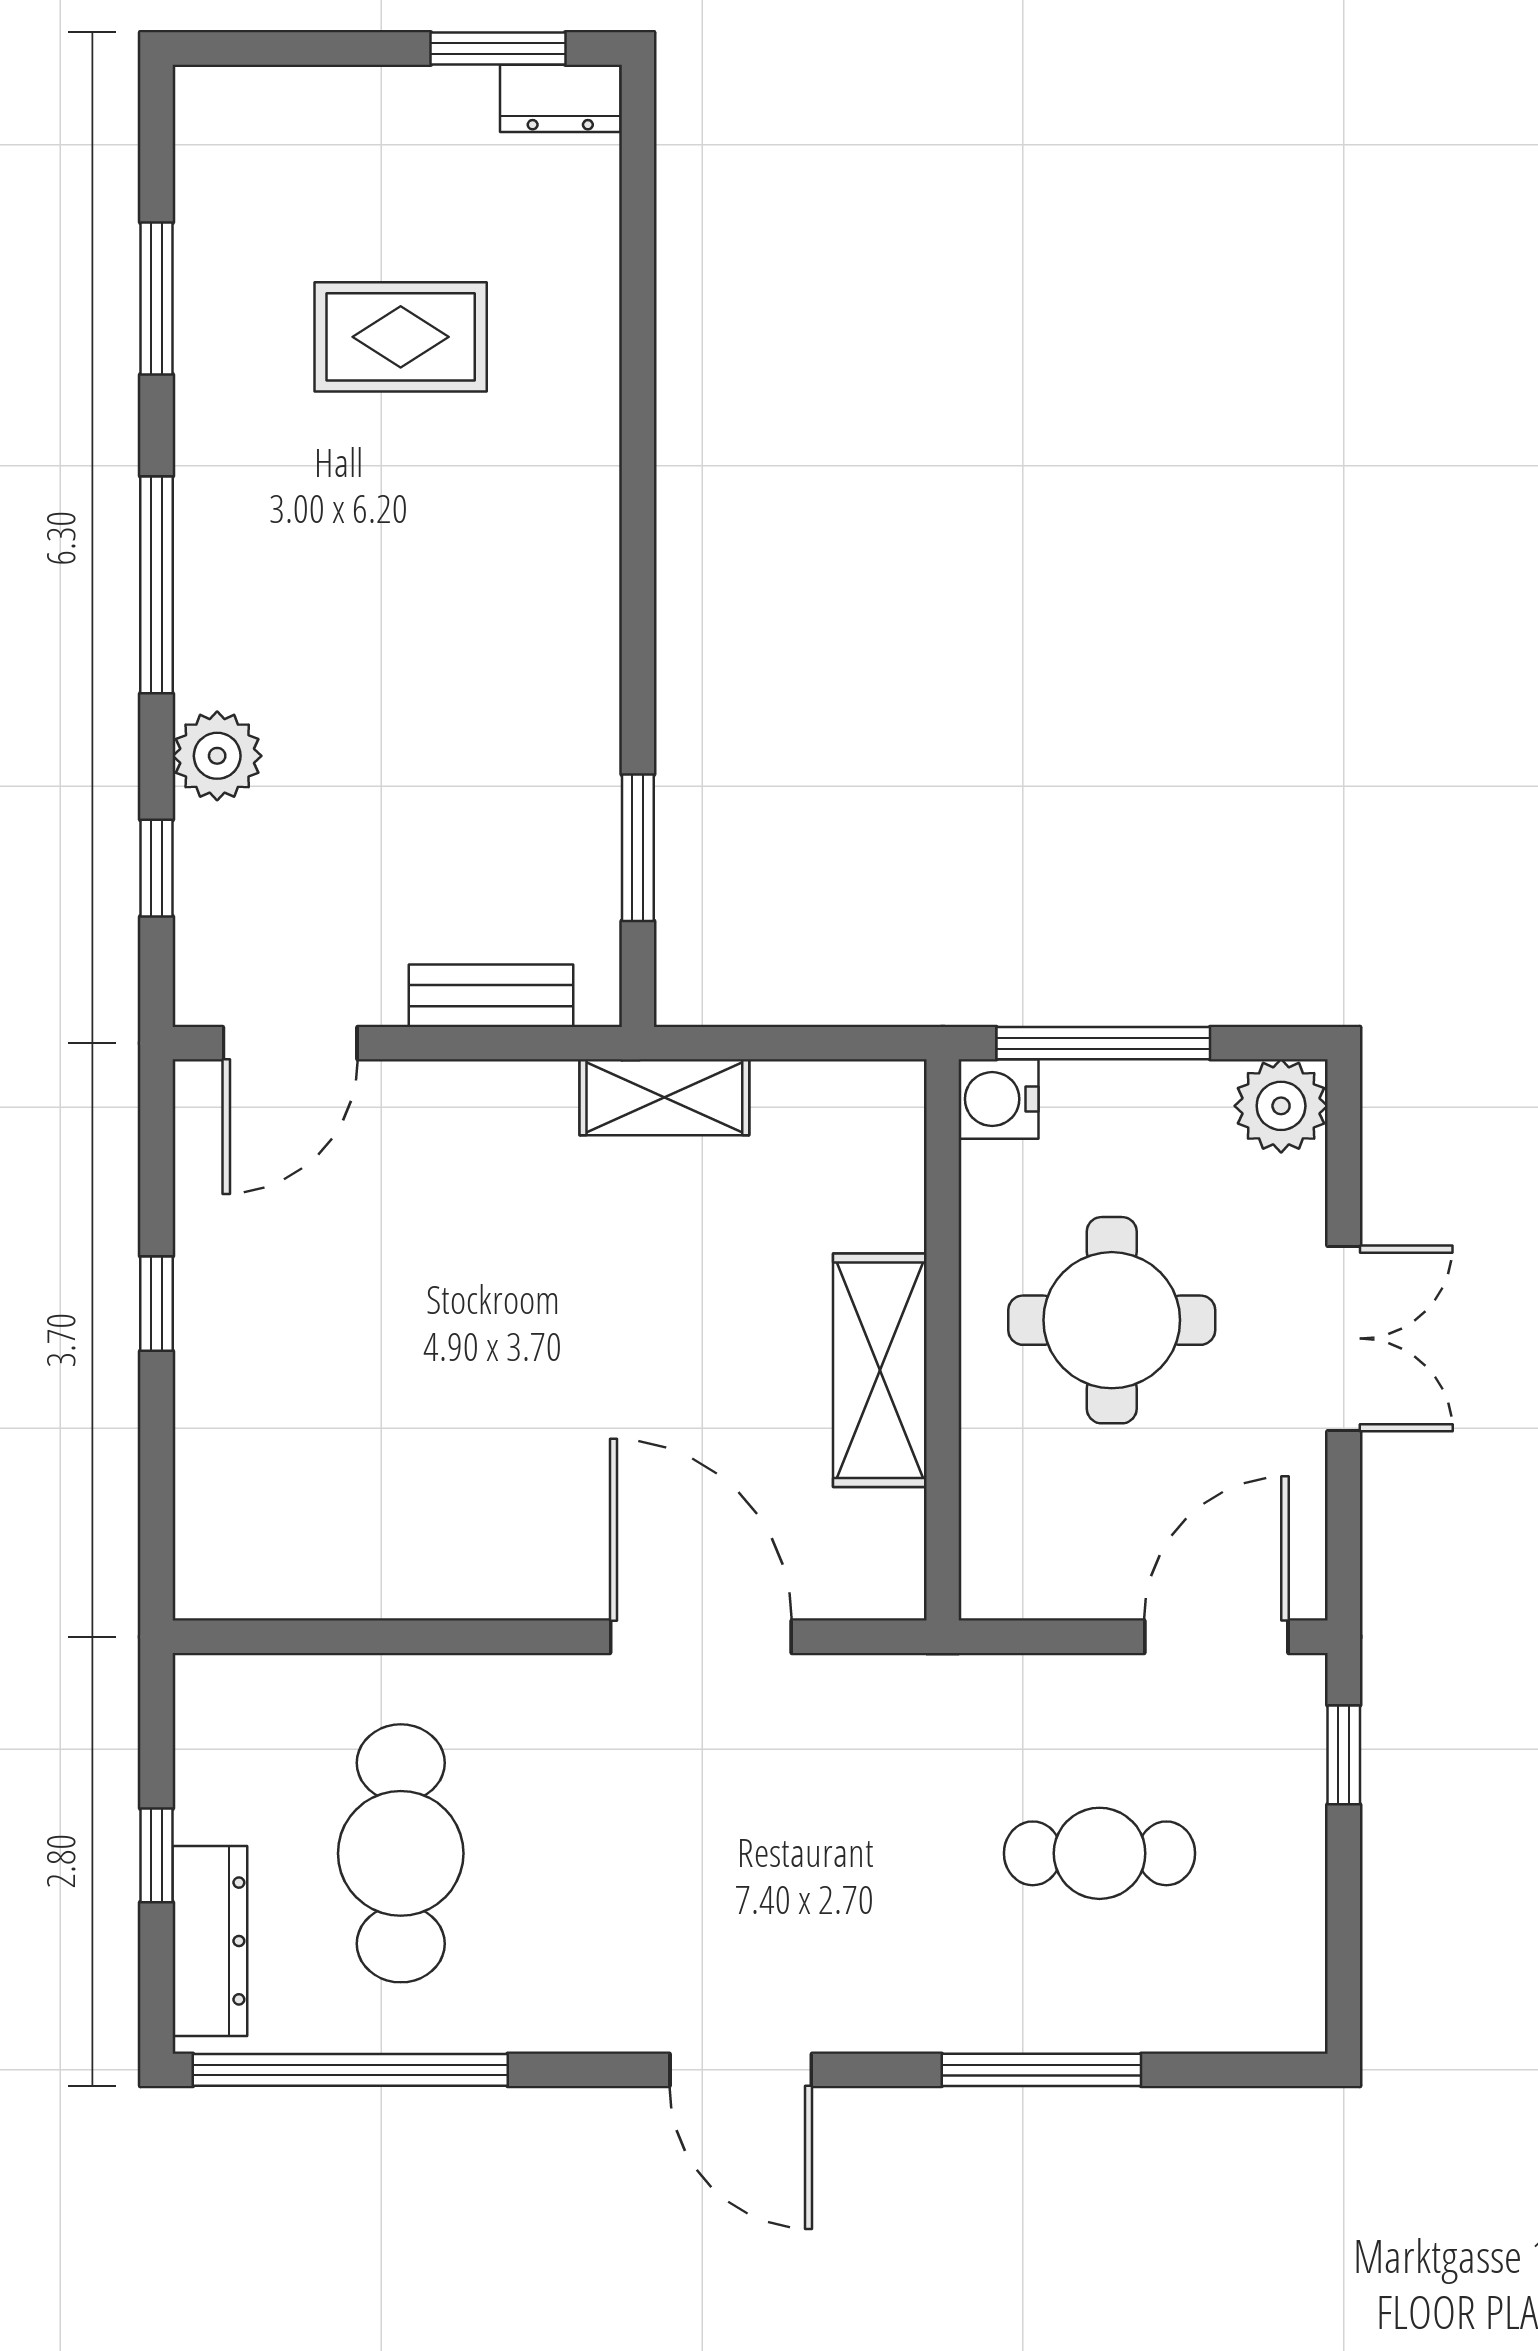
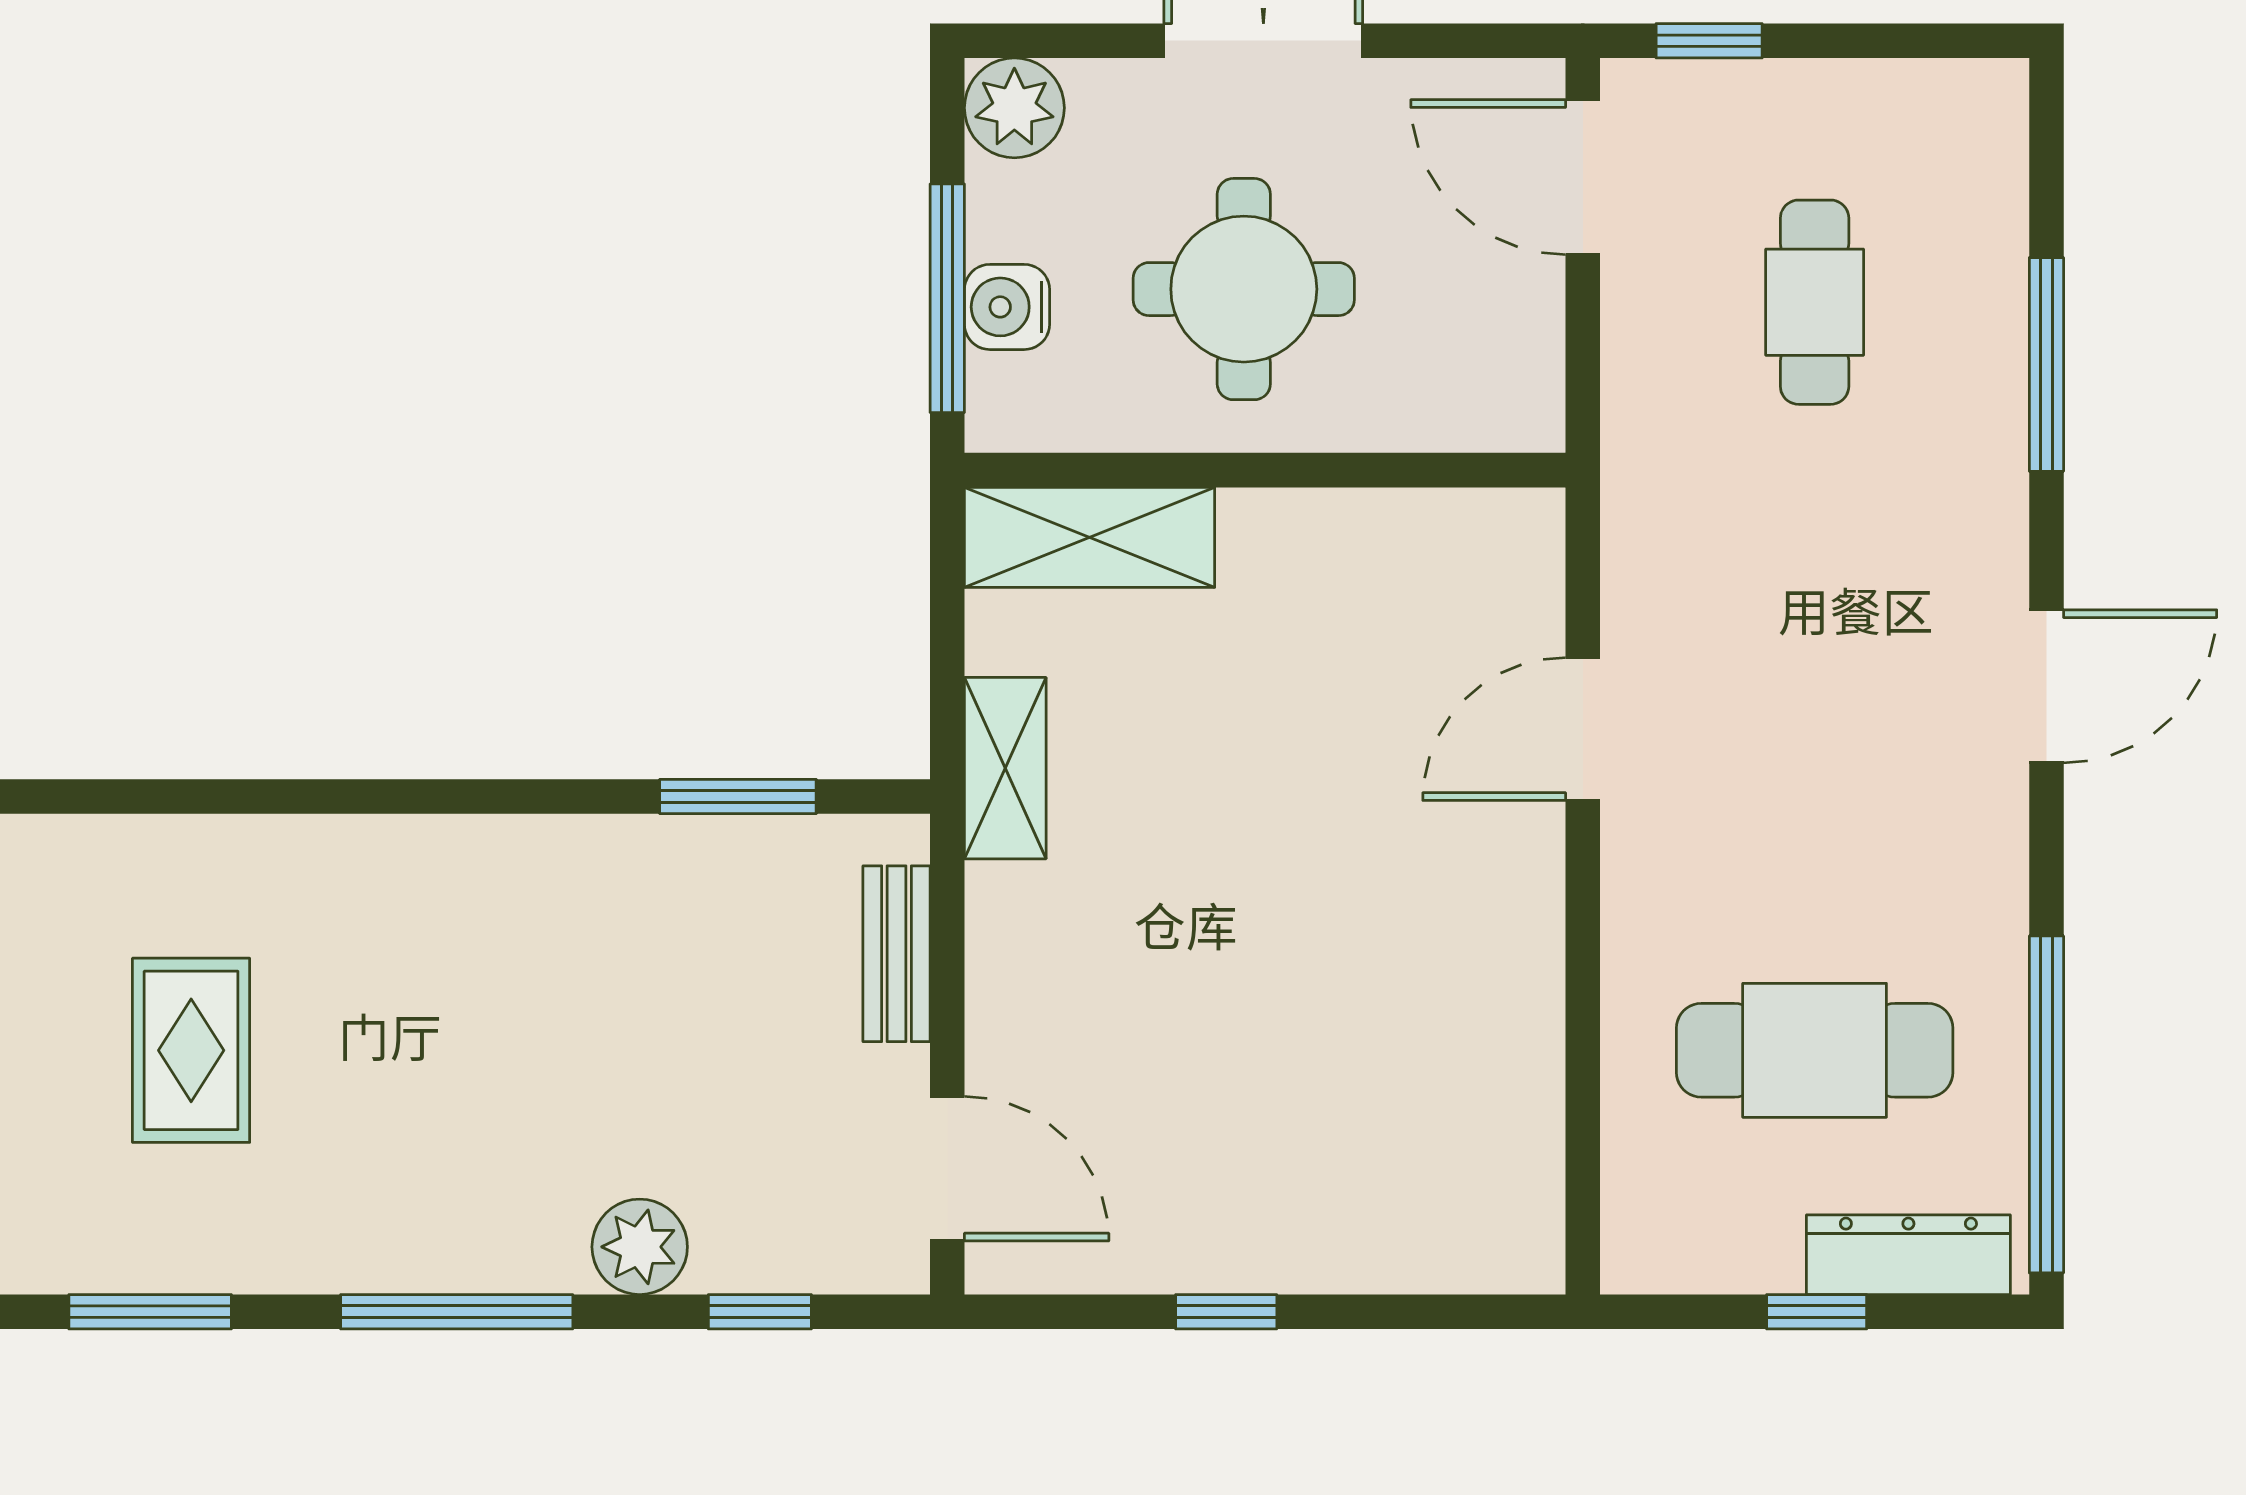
water cooler: (999, 1099) -> (1007, 307), moved, turned 90
shelving: (880, 1370) -> (1090, 537), moved
door: (701, 1637) -> (1583, 729), width x0.73

